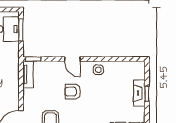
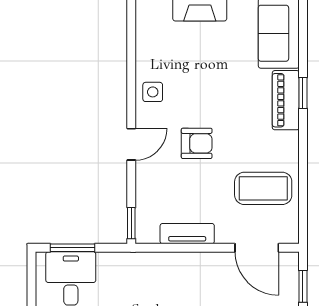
tv unit: (28, 74) -> (187, 234), moved
armchair: (73, 92) -> (197, 143), turned -90

